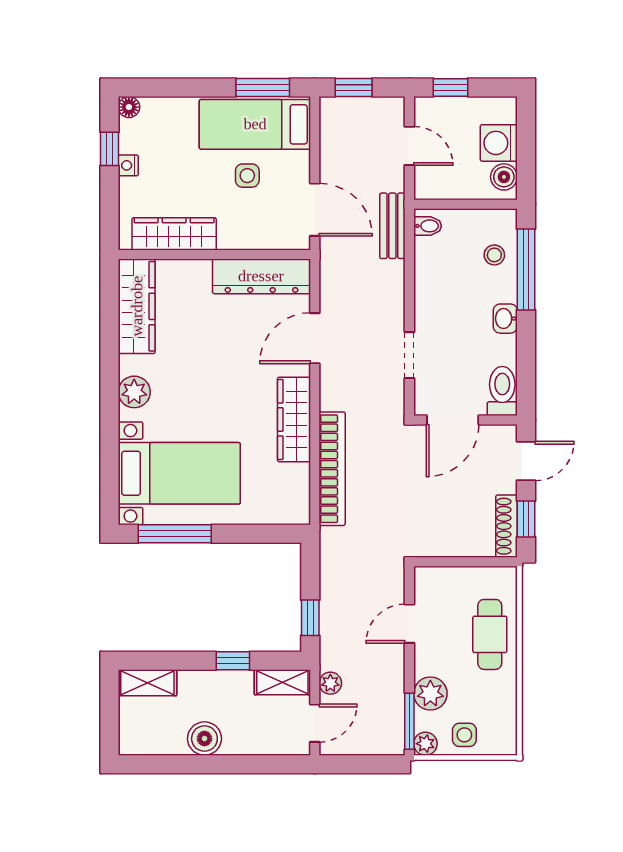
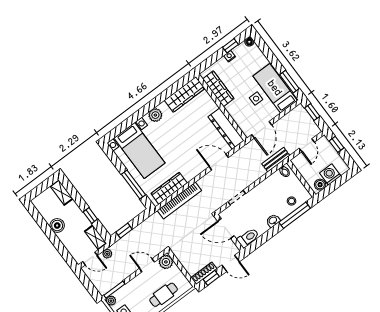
wardrobe: (294, 419) -> (169, 188), moved
window: (175, 534) -> (133, 185), moved
plant: (430, 694) -> (166, 262), moved

